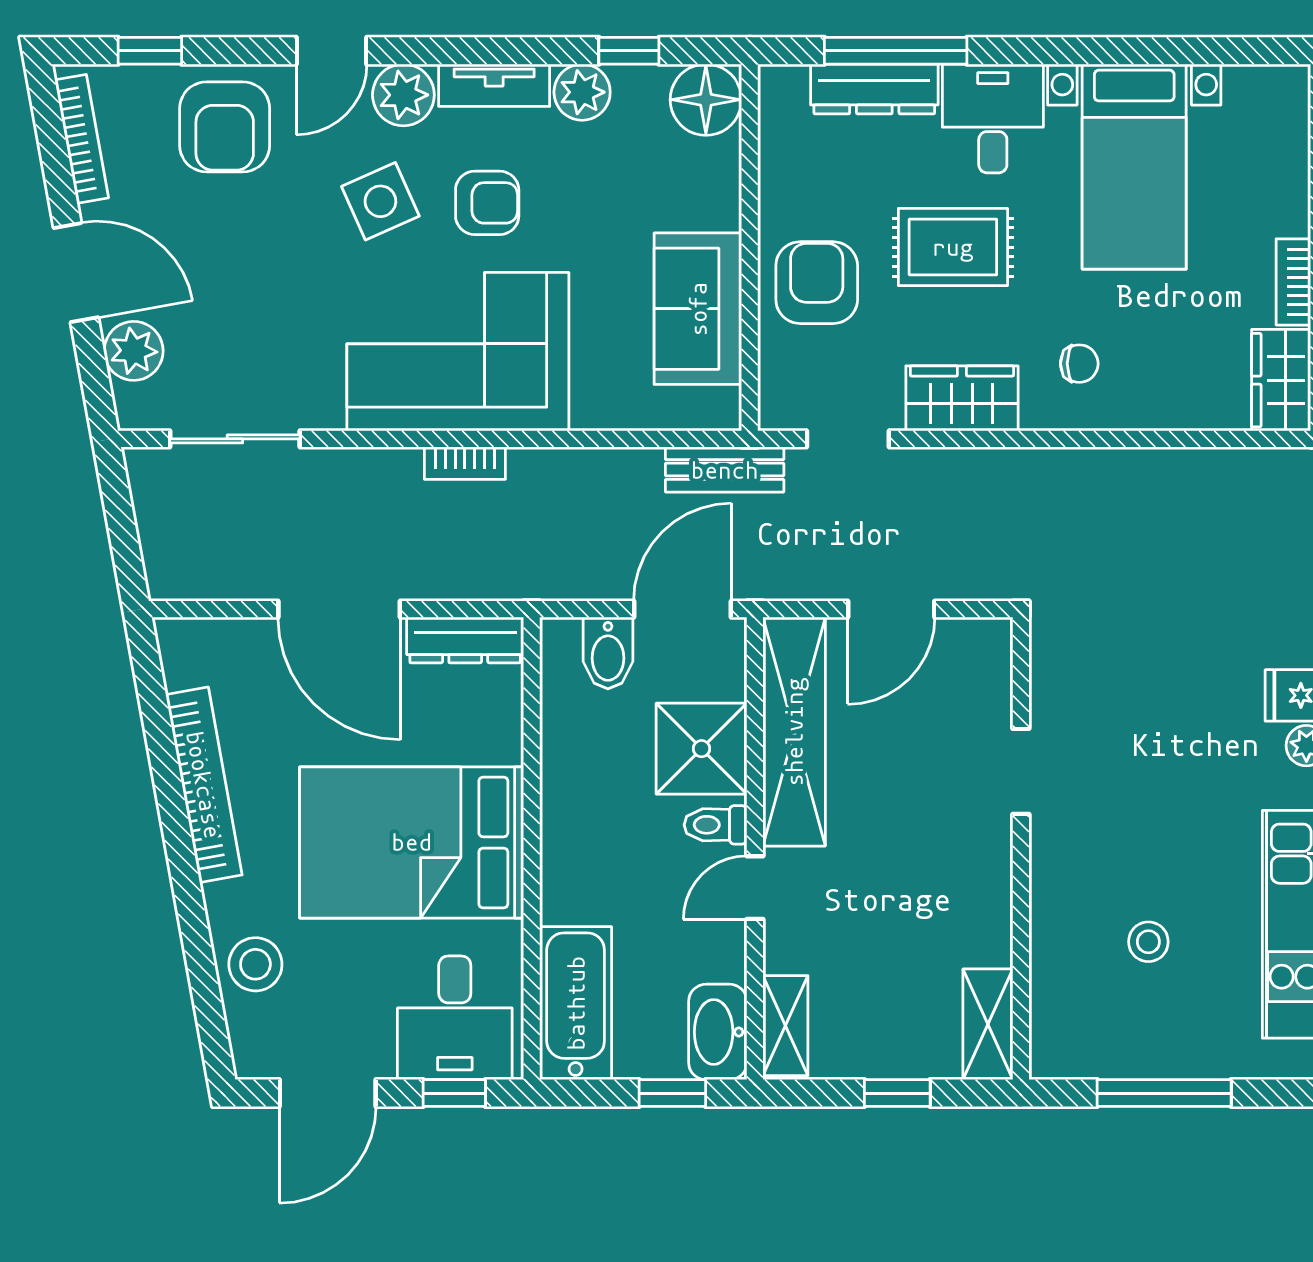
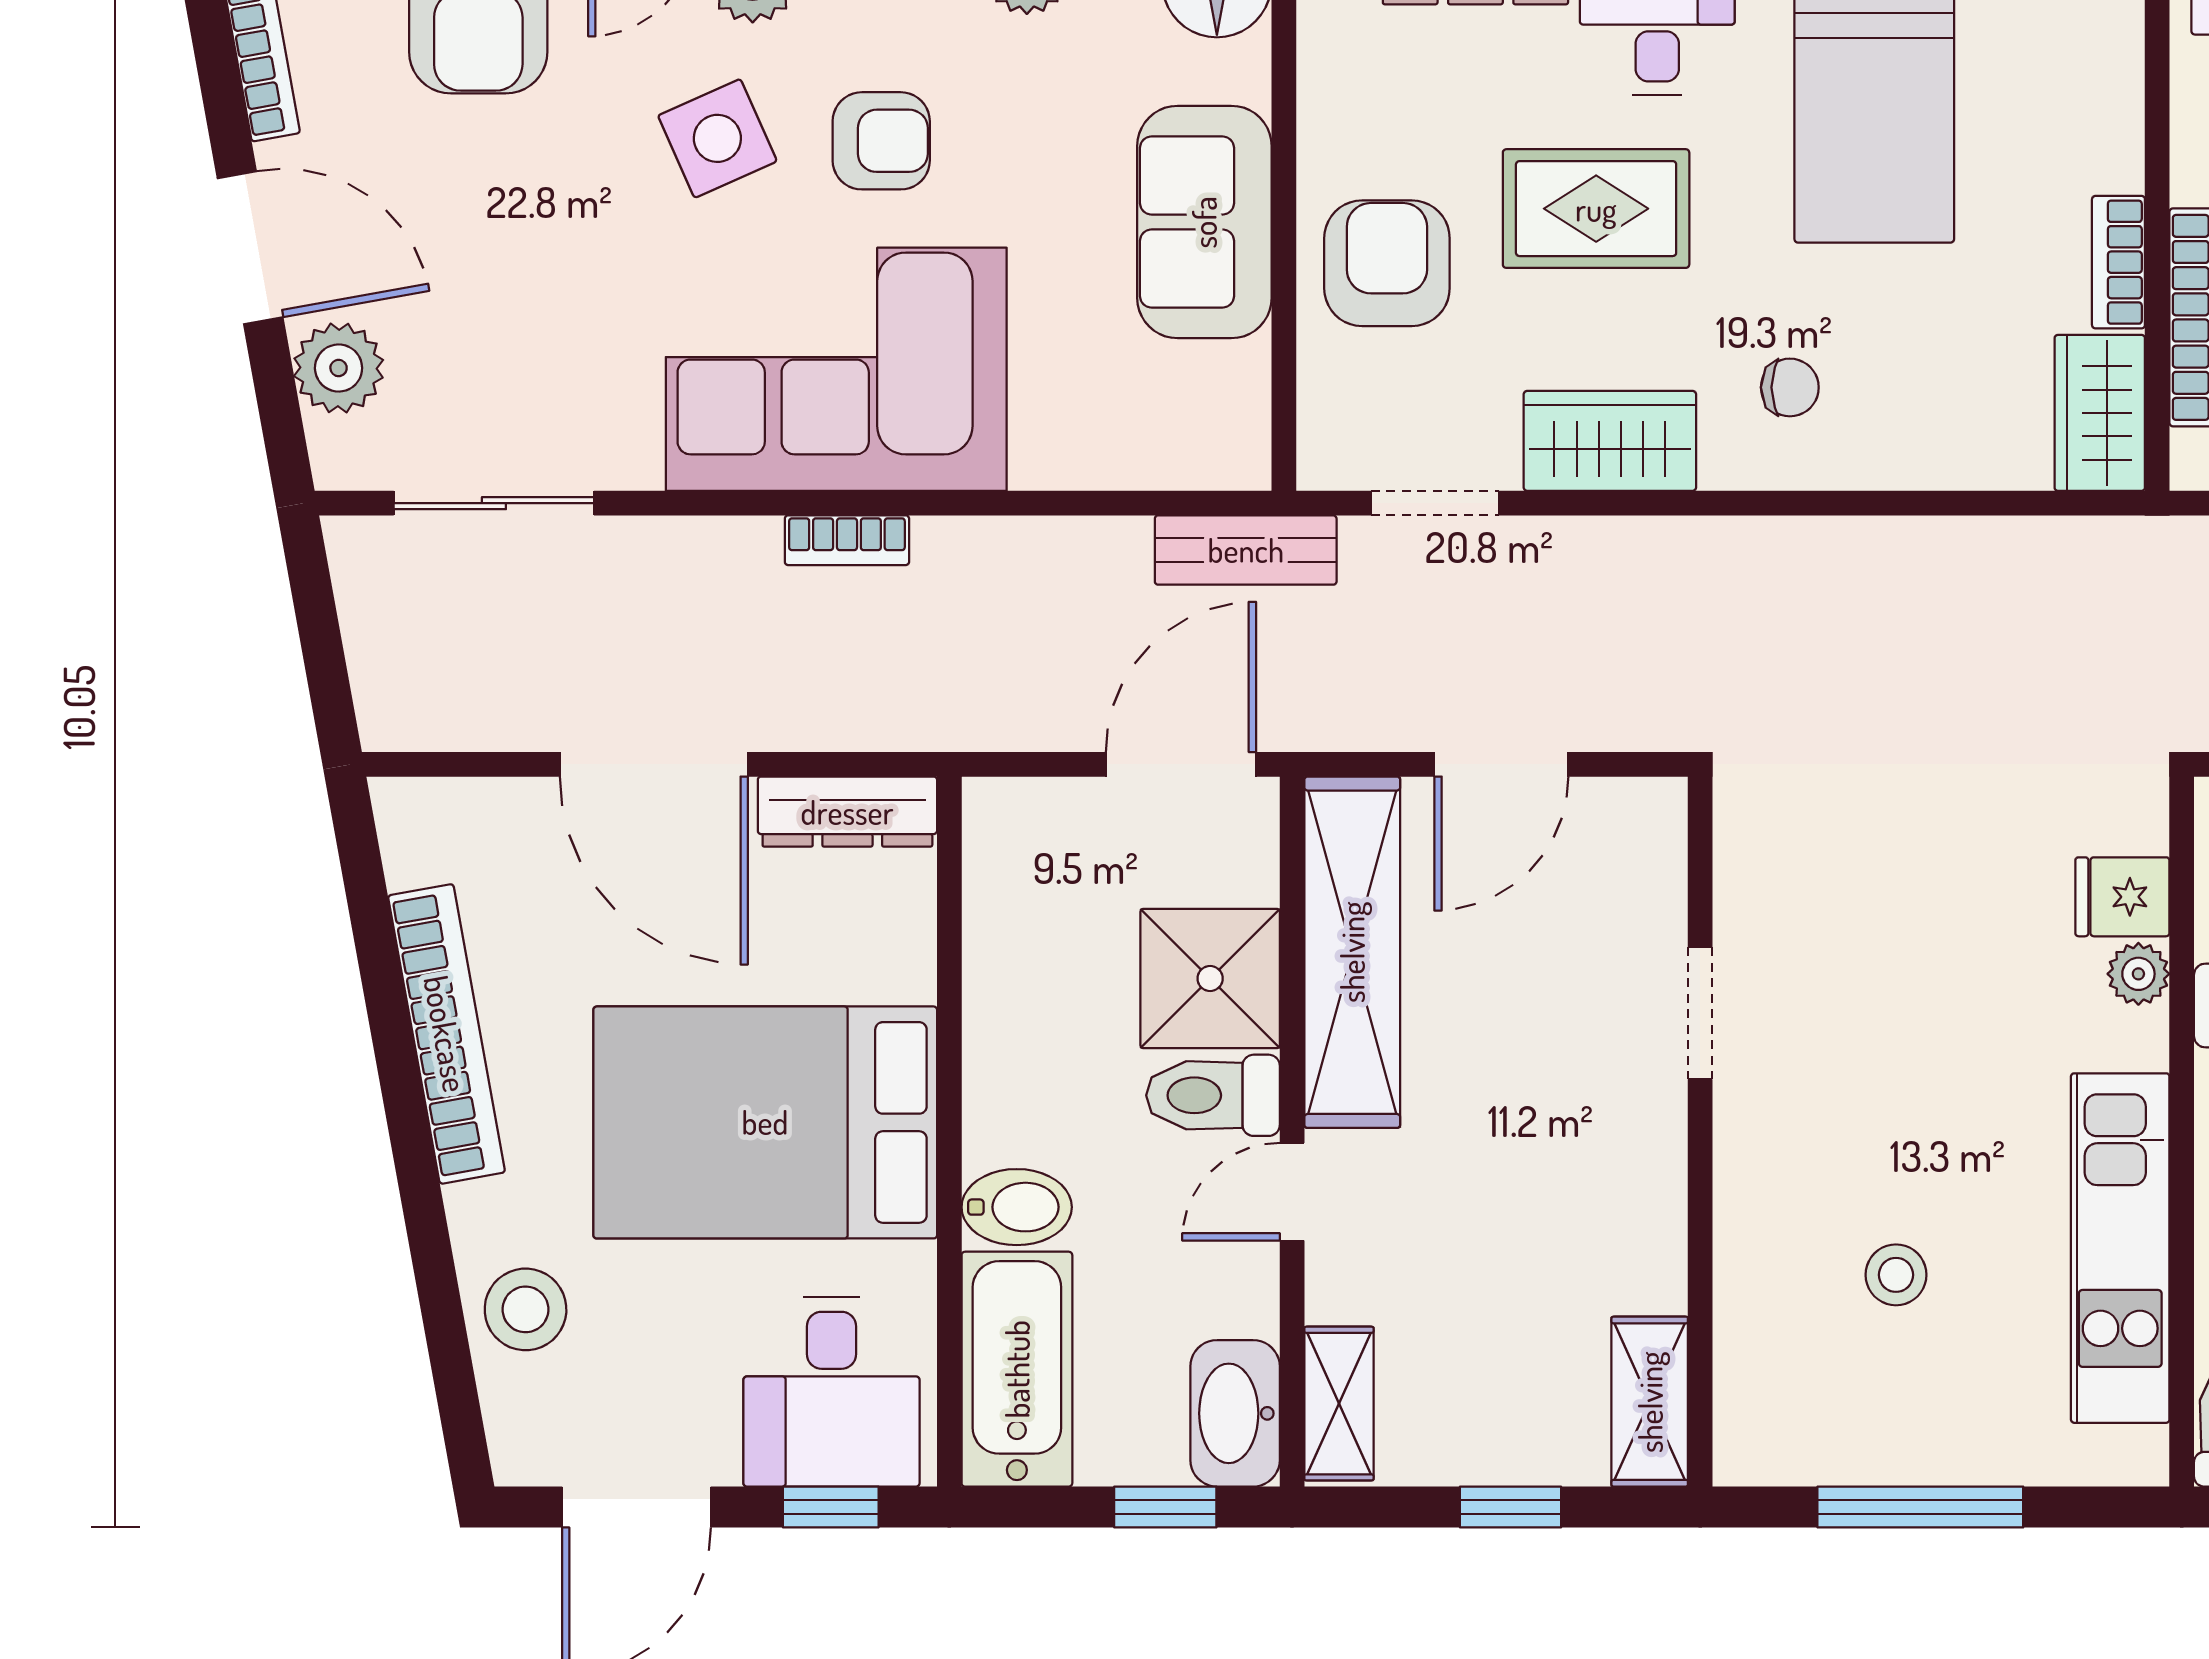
sofa: (698, 309) -> (1204, 222), moved
bidet: (608, 653) -> (1017, 1207), moved, turned -90
toilet: (716, 825) -> (1213, 1095), width x1.37, depth x1.39

